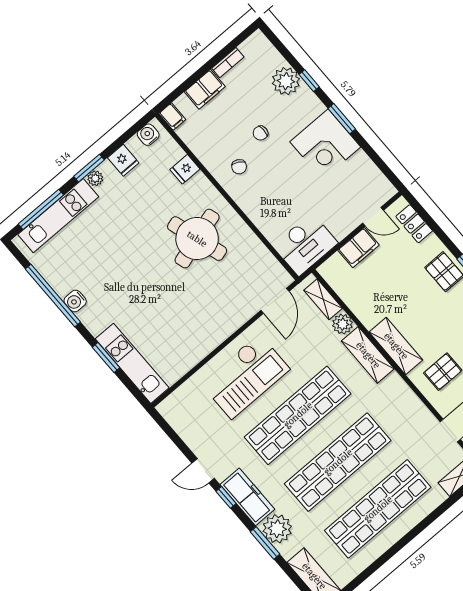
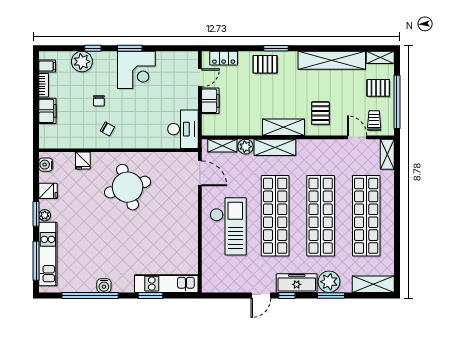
filing cabinet: (172, 117) -> (47, 66), moved

